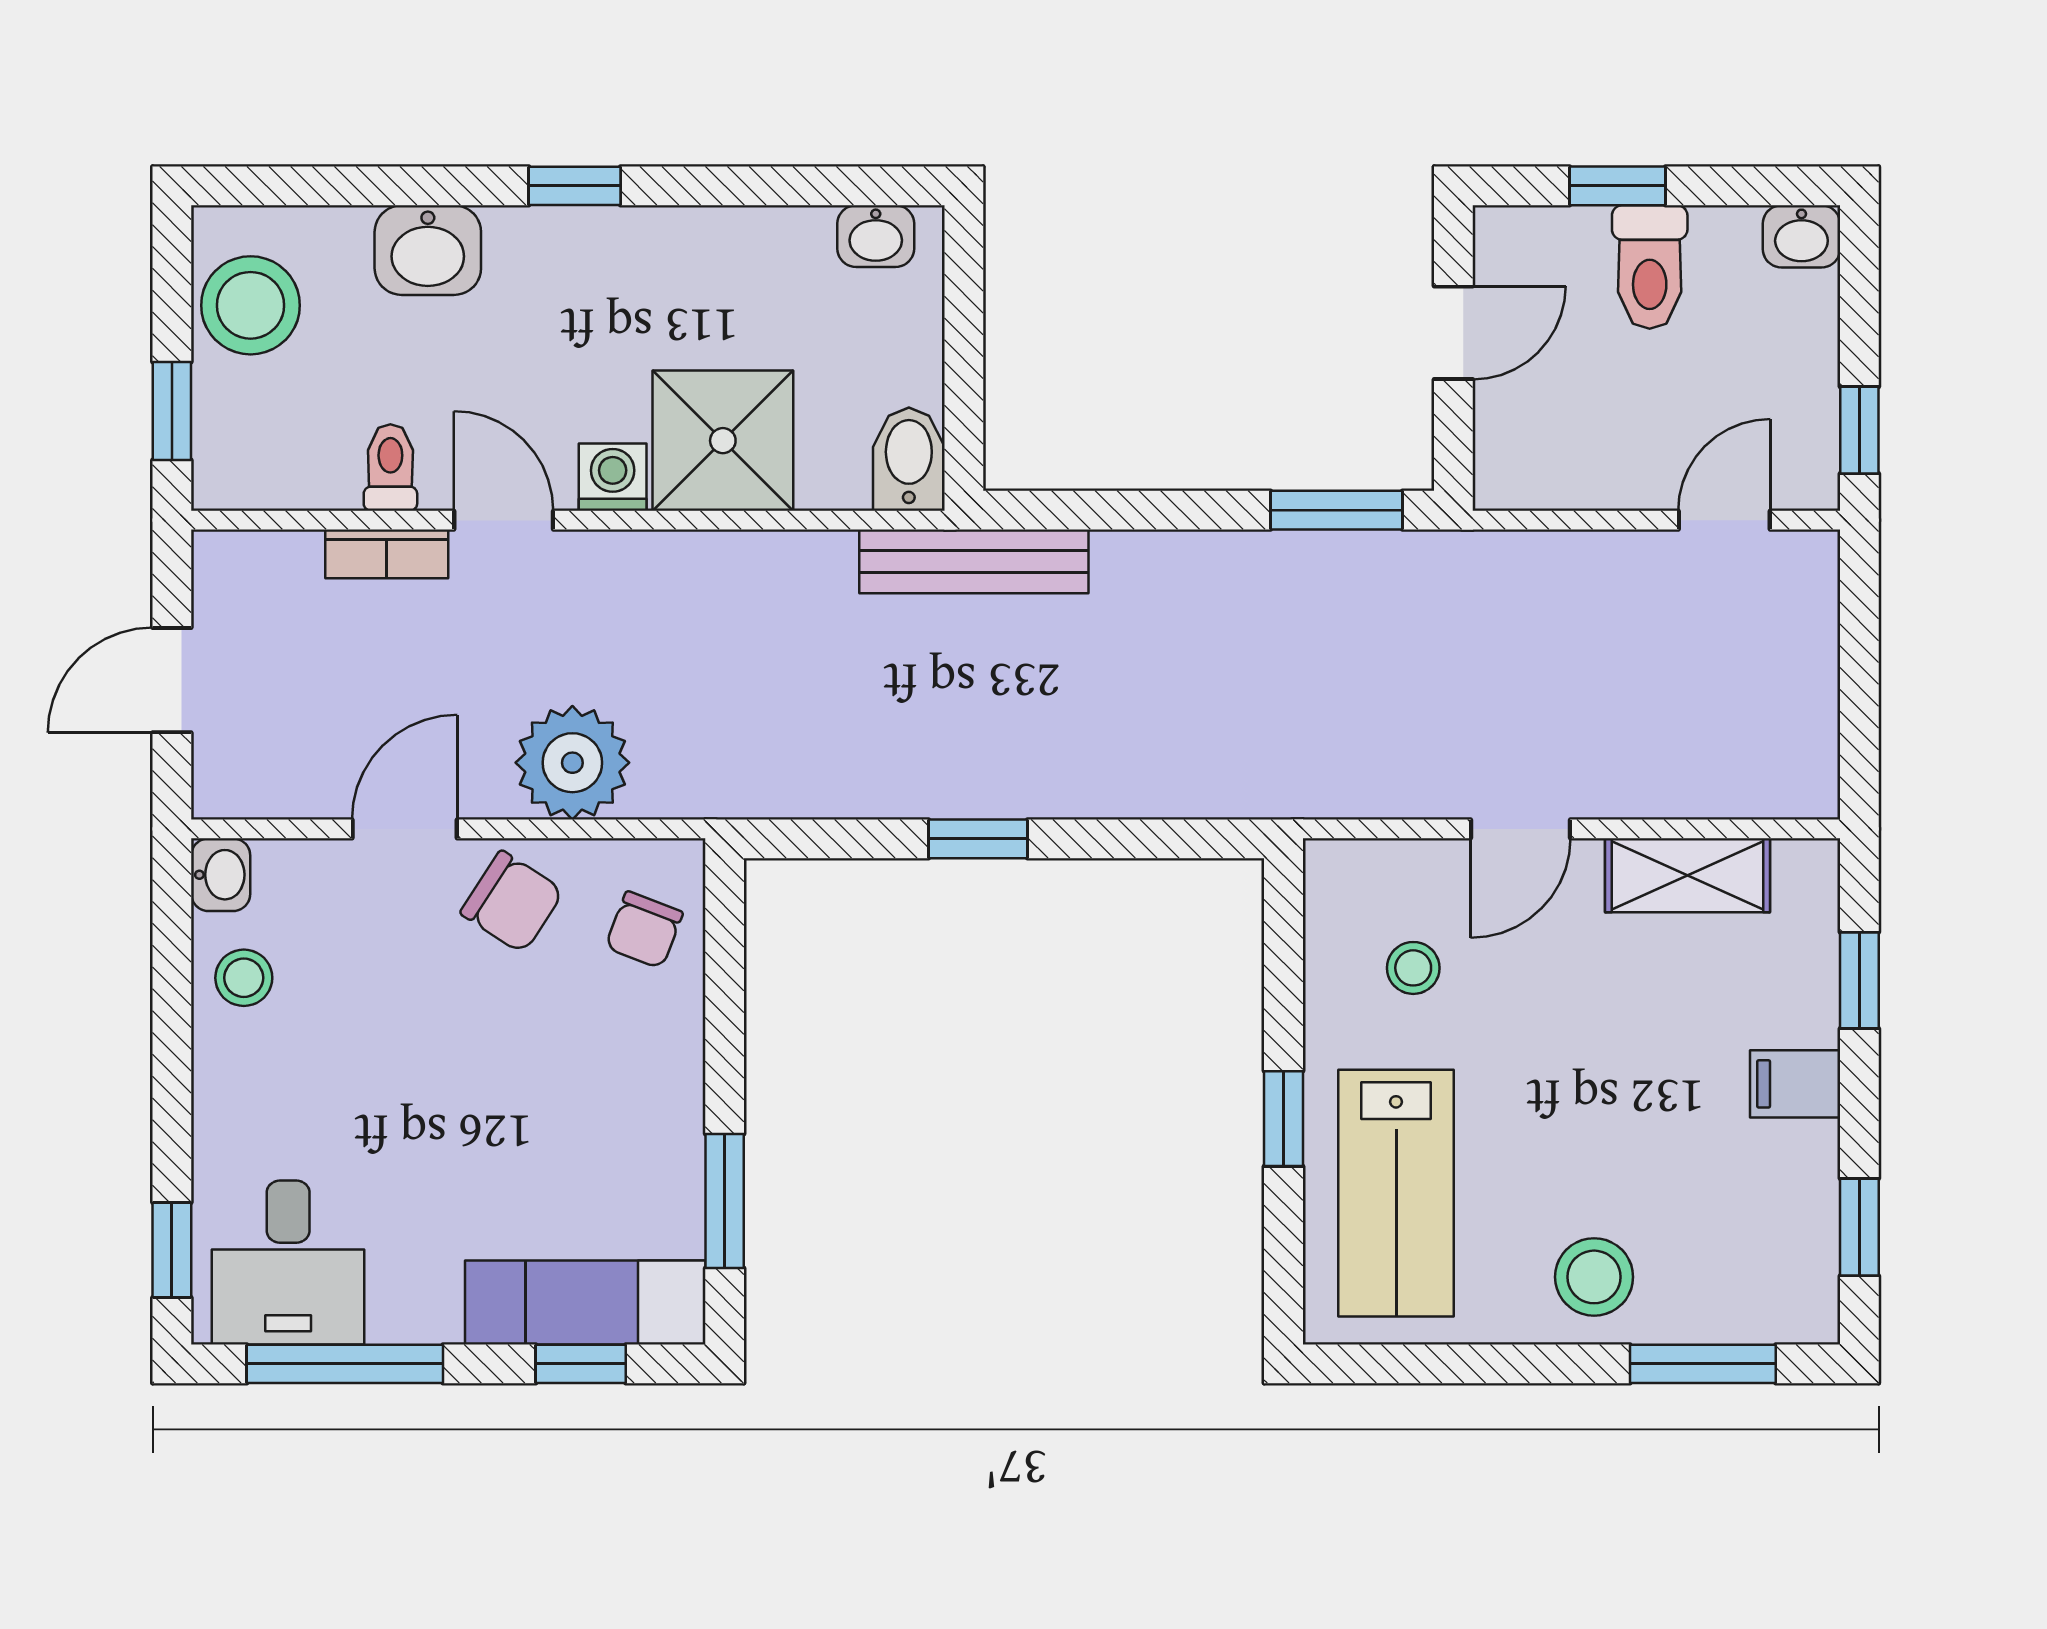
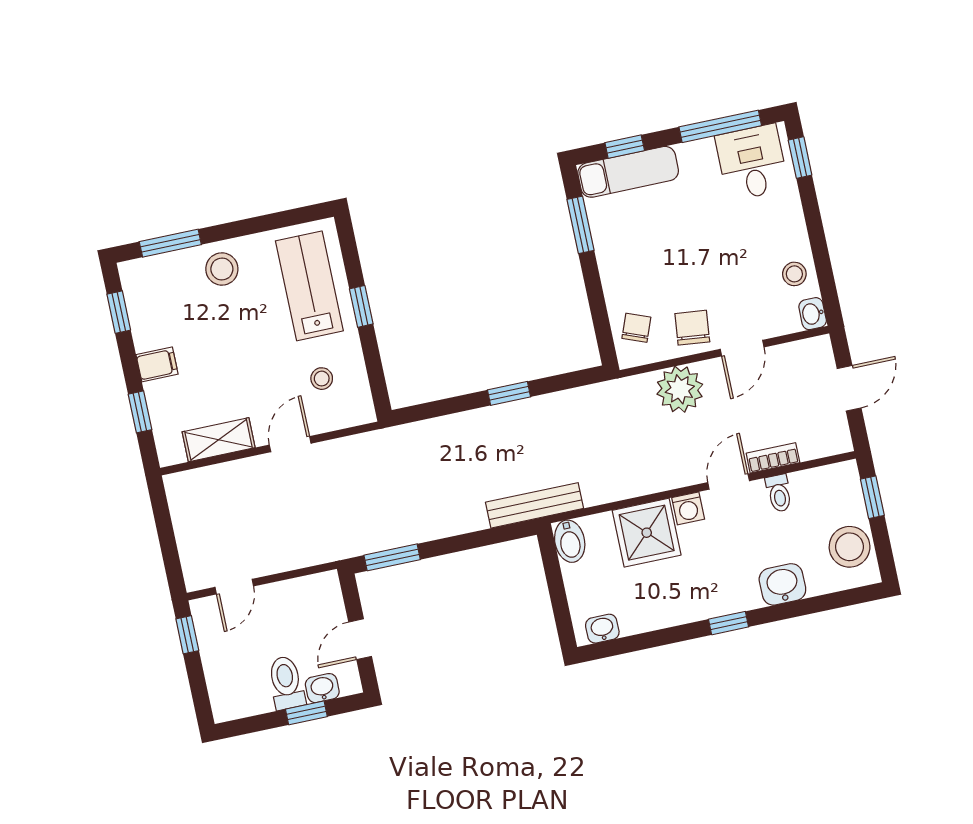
washbasin: (1801, 236) -> (322, 688), moved
door: (504, 520) -> (729, 482), swing flipped
chair: (512, 902) -> (692, 328), turned 63

